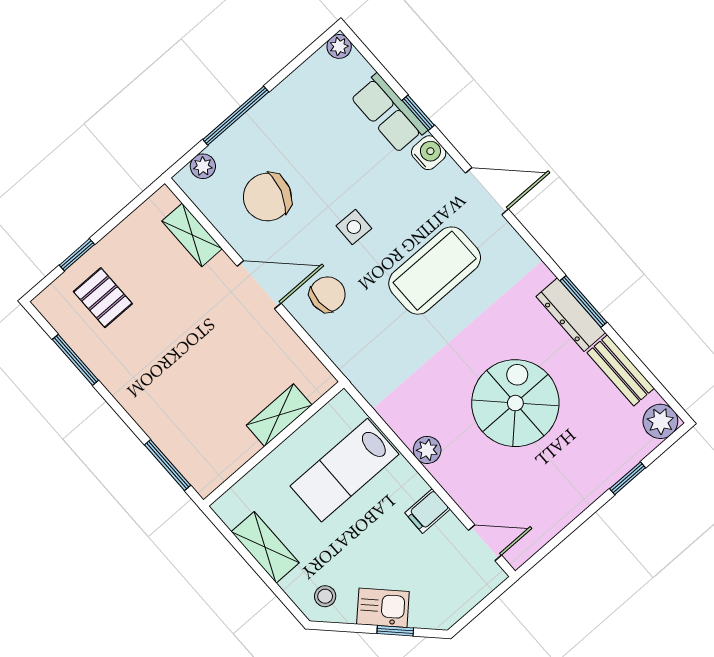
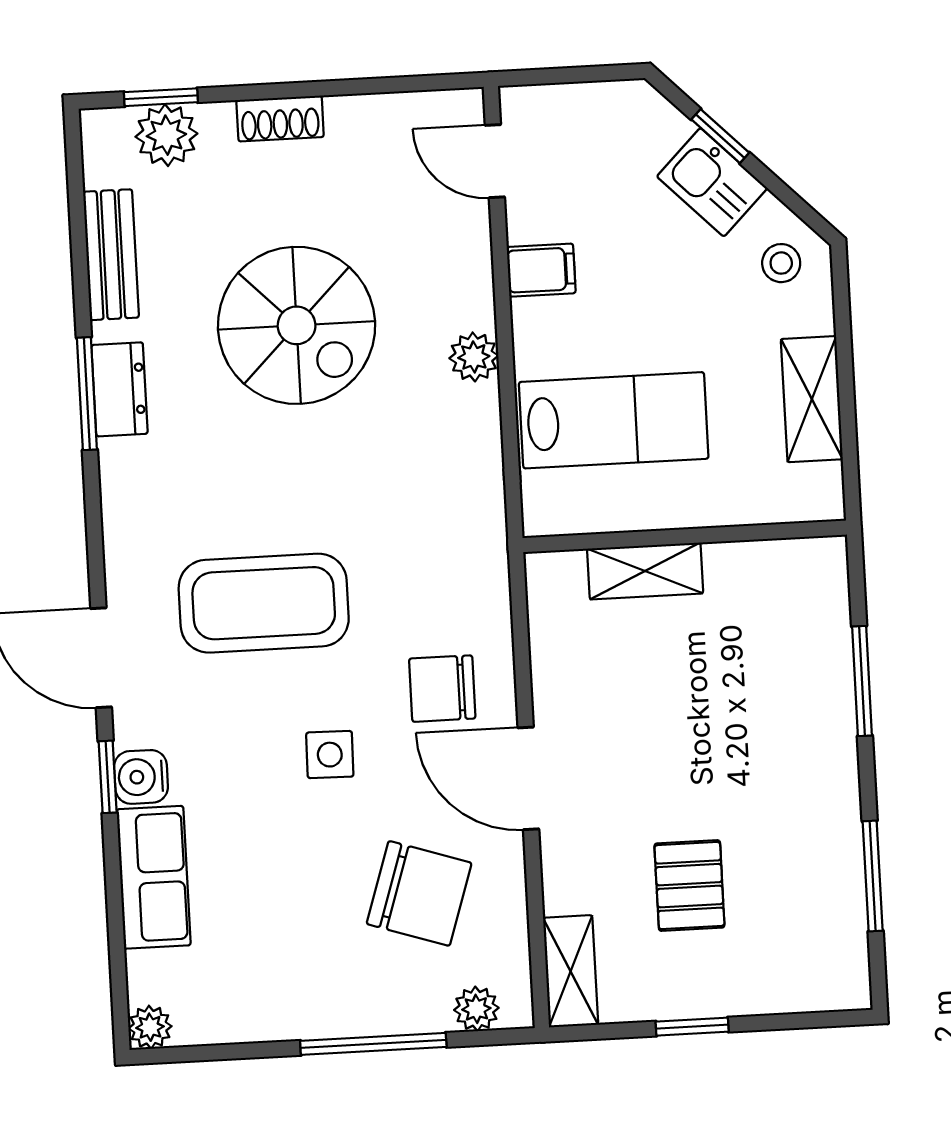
window: (418, 113) -> (108, 777), moved
shelving: (192, 235) -> (571, 971), moved
window: (77, 255) -> (692, 1027), moved
pallet: (103, 298) -> (689, 886), moved
dresser: (571, 315) -> (120, 389), width x0.70
spiral stairs: (515, 403) -> (297, 325), turned -90
plant: (660, 421) -> (166, 135), moved
window: (168, 465) -> (862, 681), moved
window: (628, 478) -> (161, 97), moved
shoe rack: (593, 488) -> (280, 119), added

